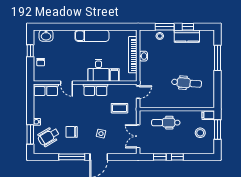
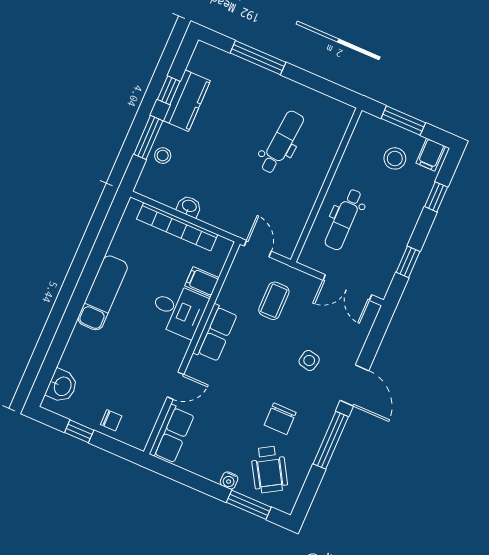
filing cabinet: (208, 115) -> (431, 155), moved
window: (177, 157) -> (436, 197), moved

